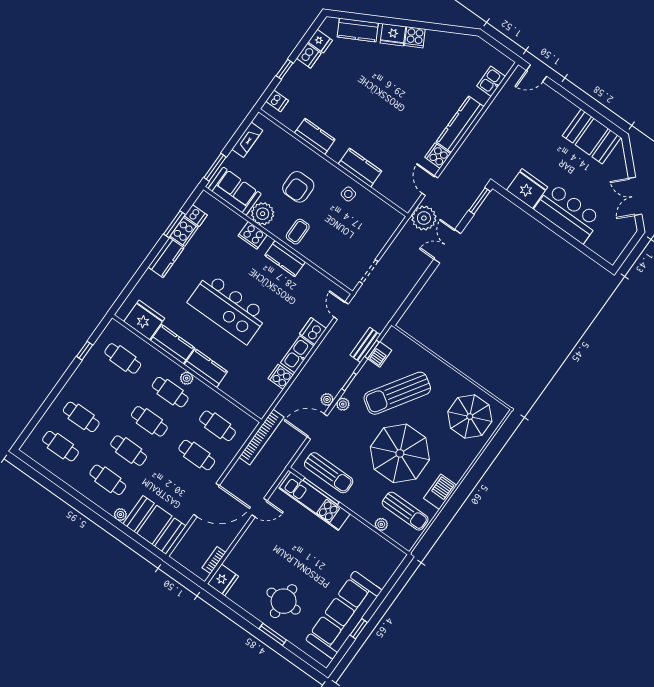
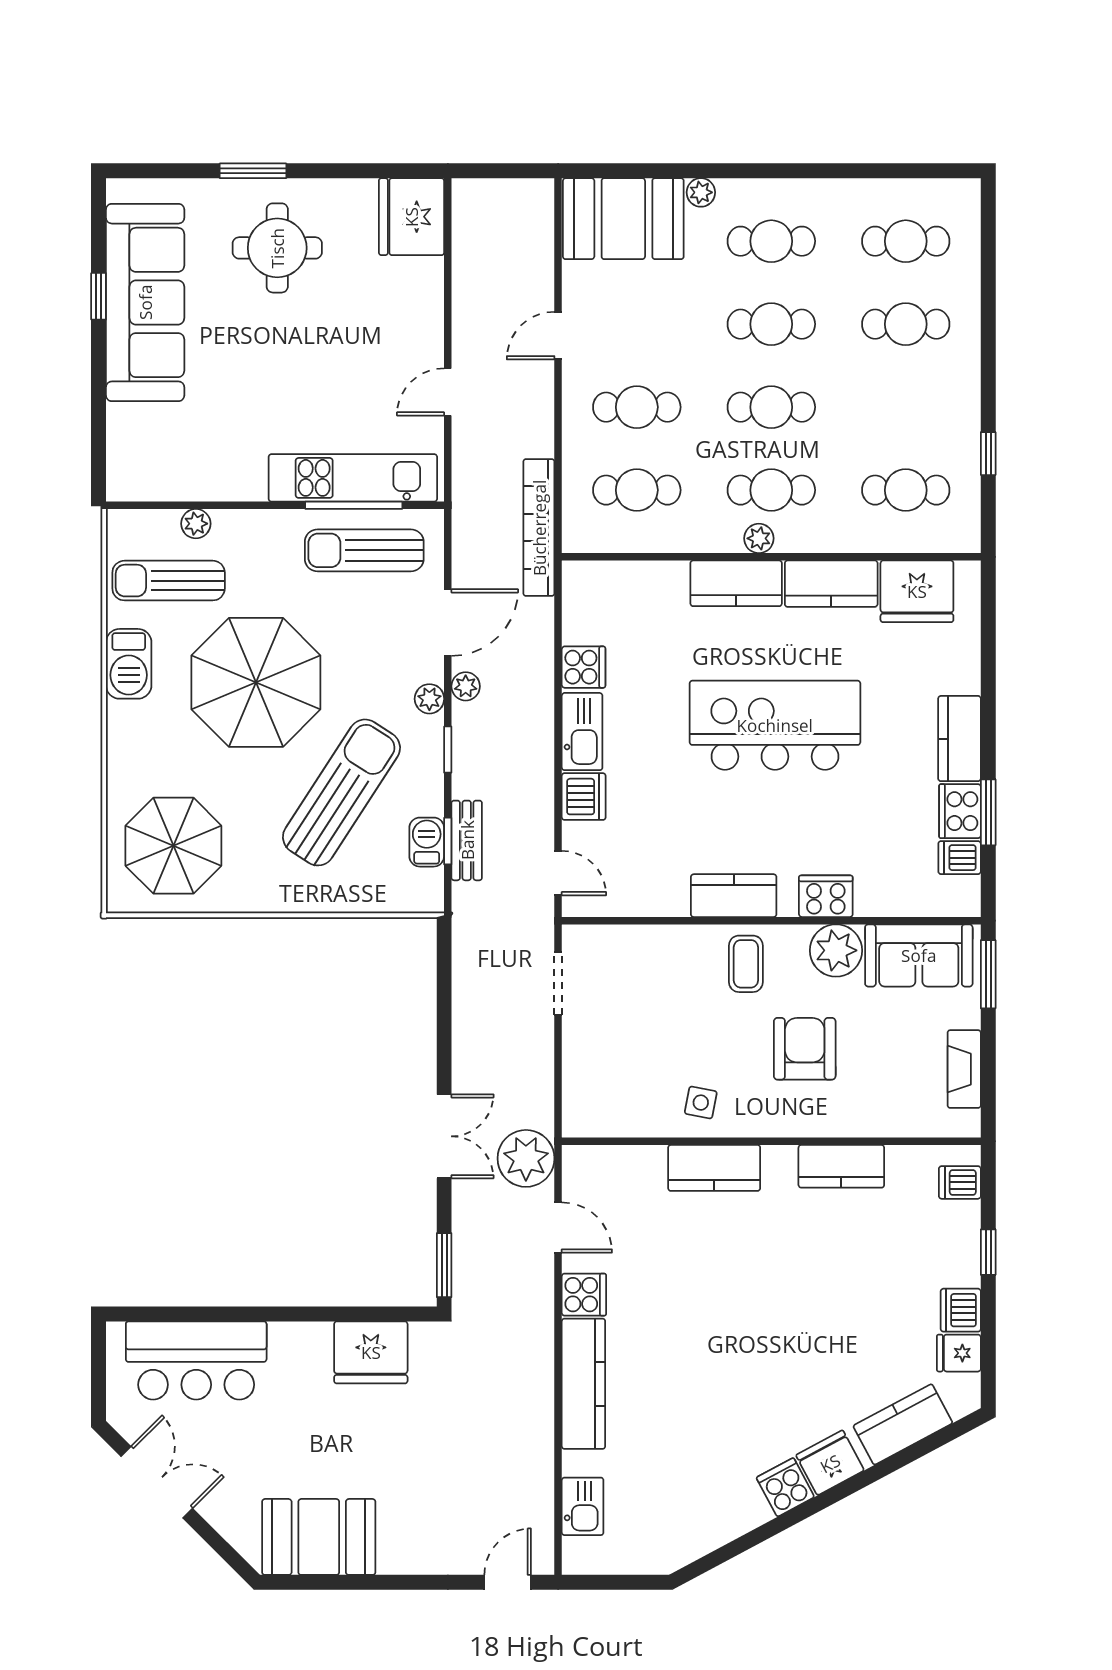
bar counter: (568, 213) -> (196, 1360), moved
door: (207, 500) -> (558, 336), width x0.53
bookcase: (214, 560) -> (464, 232), removed
fridge: (223, 580) -> (411, 217), width x1.36, depth x1.34

